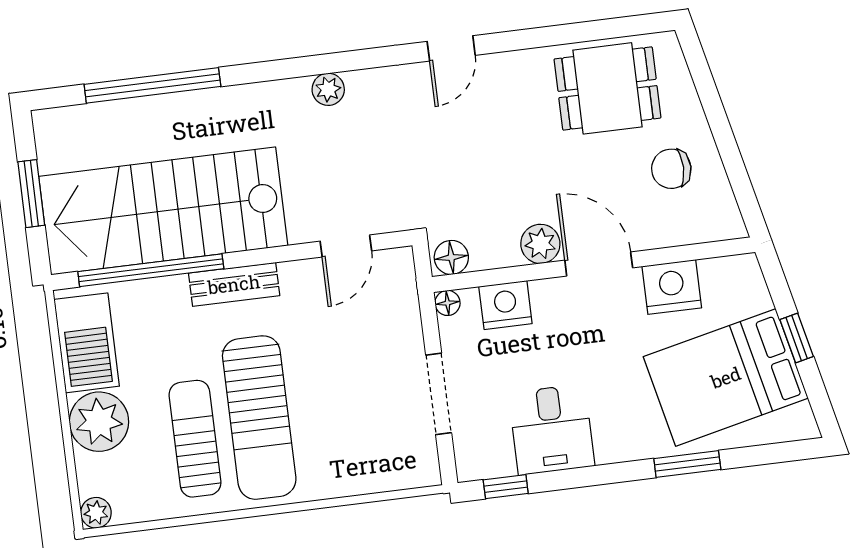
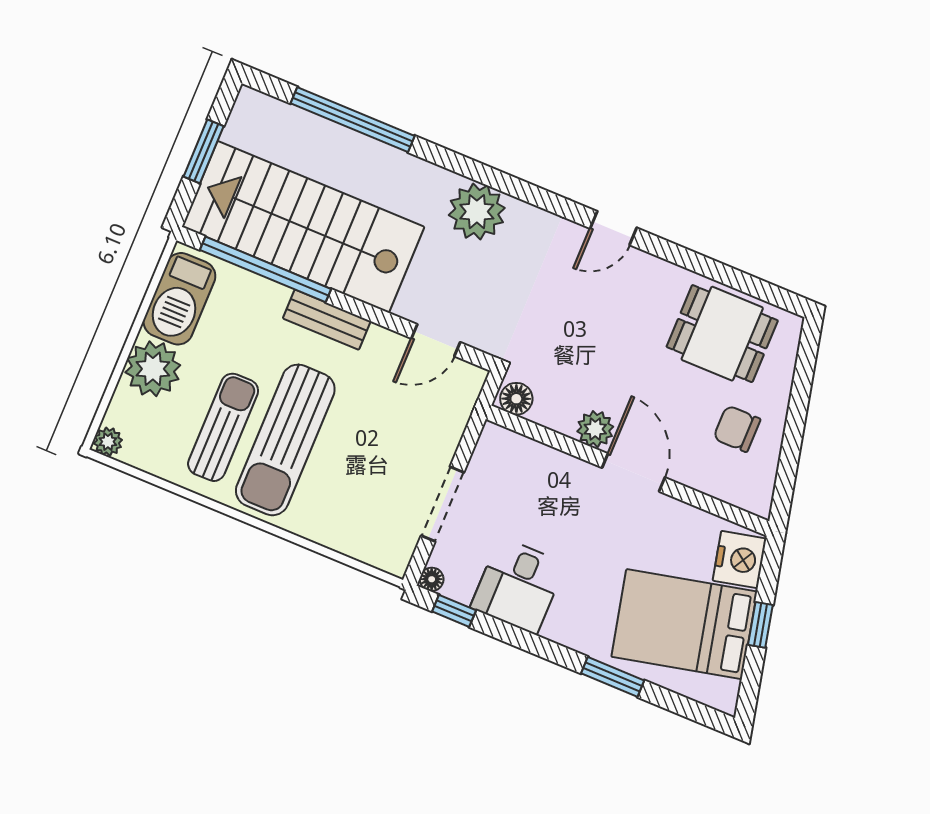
plant: (328, 89) -> (477, 212), width x1.88, depth x1.88
nightstand: (672, 287) -> (739, 560), moved, turned 77
floor lamp: (448, 303) -> (432, 579), moved
nightstand: (505, 305) -> (538, 463), removed

